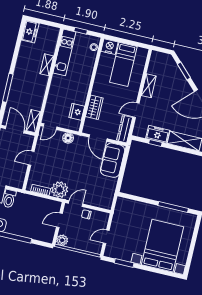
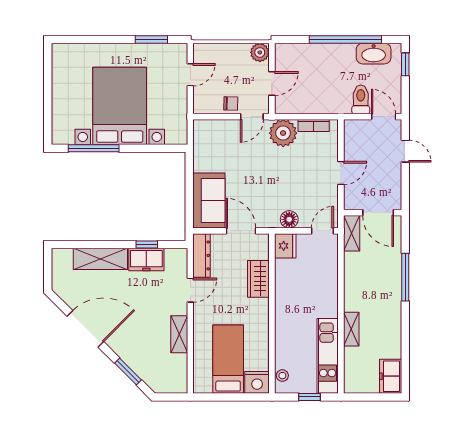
fridge: (77, 112) -> (285, 246), moved
bed with nightstands: (162, 246) -> (120, 106), moved, turned 180

